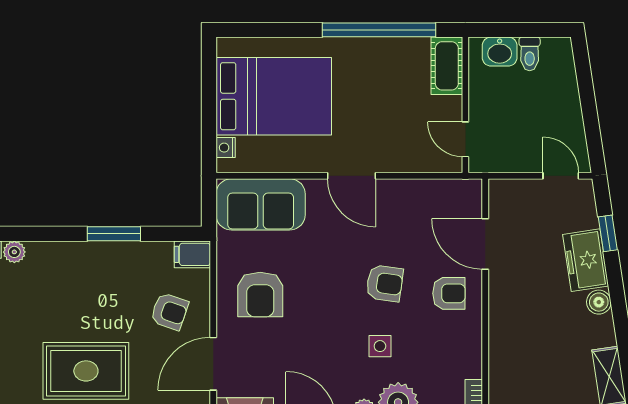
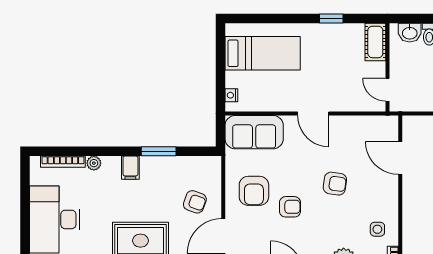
window: (379, 30) -> (331, 19), width x0.32
bed: (274, 96) -> (263, 53), width x0.67
filing cabinet: (192, 254) -> (130, 168), moved, turned -90
armchair: (449, 293) -> (290, 207), moved
side table: (380, 346) -> (377, 229), moved

